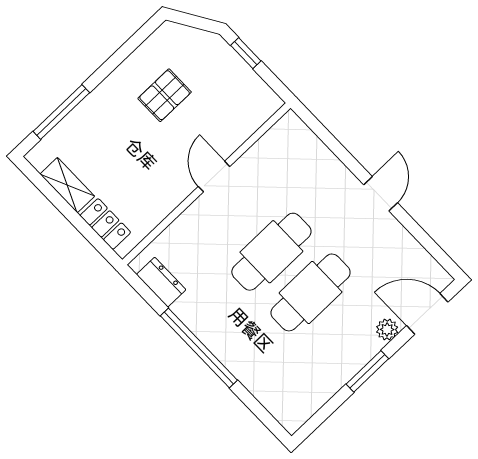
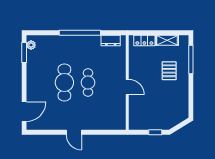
pallet: (165, 95) -> (169, 71), moved
cafe table: (271, 252) -> (88, 83), width x0.73, depth x0.74
plant: (387, 330) -> (31, 45), moved
window: (367, 371) -> (24, 53), moved

